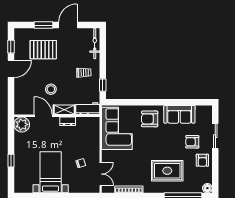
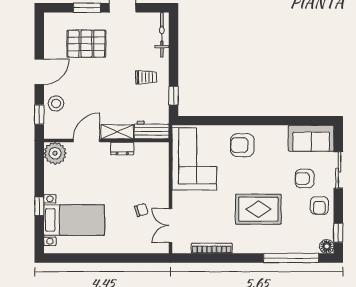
window: (11, 47) -> (39, 115), moved
stool: (51, 89) -> (56, 103), moved
sofa: (179, 114) -> (311, 138), moved
door: (43, 116) -> (86, 141), hinge flipped
rug: (167, 171) -> (258, 209), moved
bed with nightstands: (51, 172) -> (74, 220), moved, turned 90
double door: (101, 174) -> (170, 226), swing flipped
window: (215, 179) -> (338, 233), added

